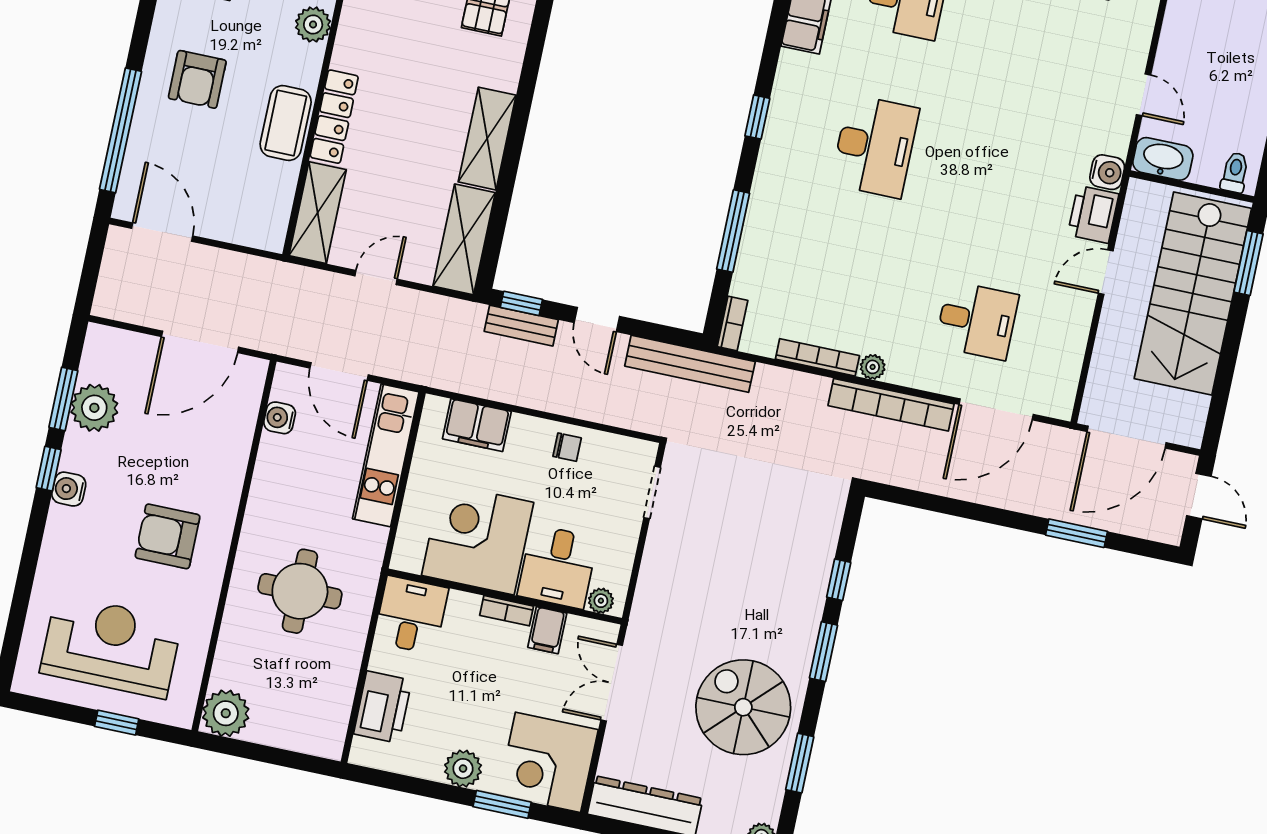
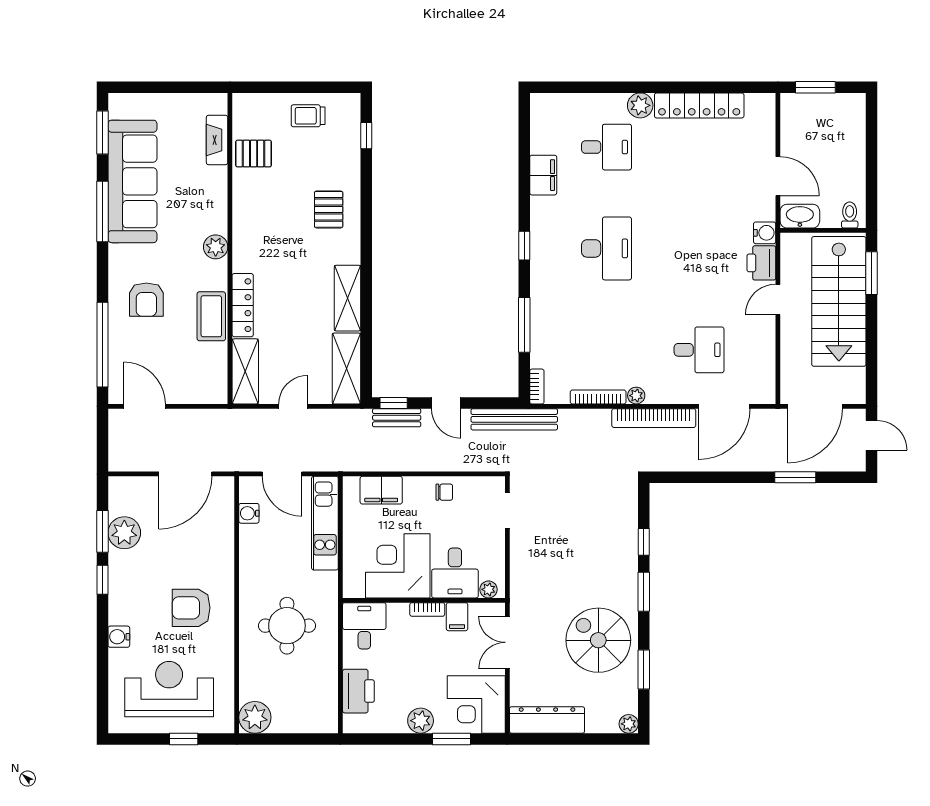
door: (1143, 95) -> (778, 176), width x1.38
water cooler: (69, 489) -> (119, 637), moved

